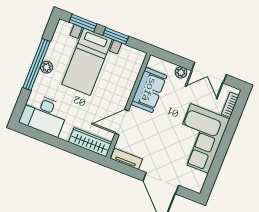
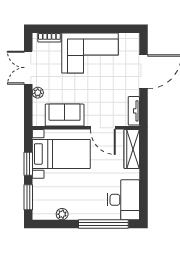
bed with nightstands: (87, 62) -> (61, 154), moved
window: (36, 65) -> (103, 224), moved
plant: (47, 67) -> (62, 214), moved
double door: (209, 73) -> (28, 68), swing flipped

